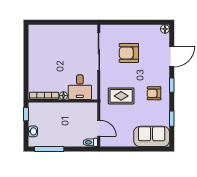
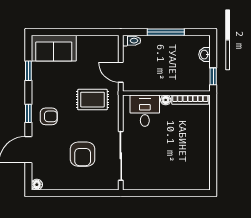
armchair: (129, 53) -> (83, 154), turned 90
armchair: (154, 93) -> (49, 116), moved
door: (99, 128) -> (121, 72), moved
window: (49, 149) -> (166, 32), moved

